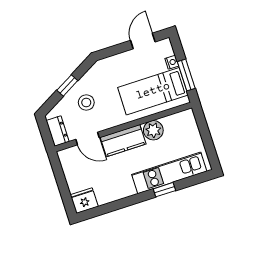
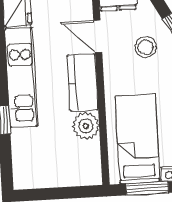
door: (87, 139) -> (98, 36), hinge flipped
kitchen unit: (169, 173) -> (21, 77), moved

